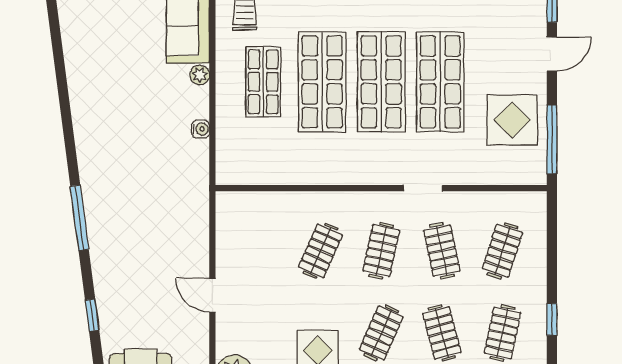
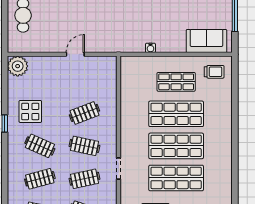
plant: (200, 75) -> (180, 47), removed
clothes rail: (321, 251) -> (84, 113), turned -45
door: (212, 295) -> (75, 54), moved

